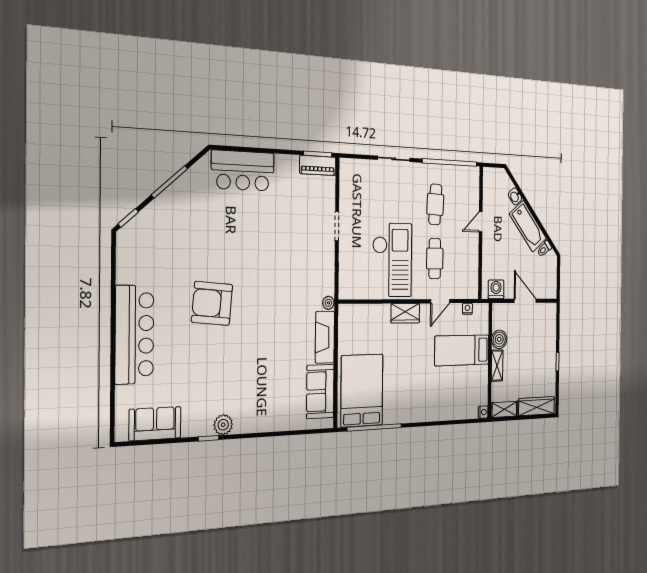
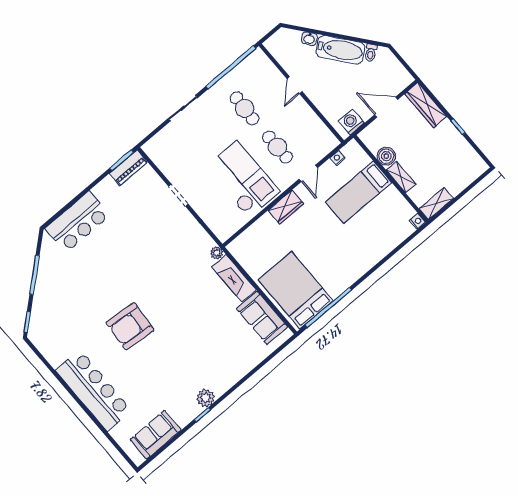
wardrobe: (536, 406) -> (426, 105), moved, turned -90

